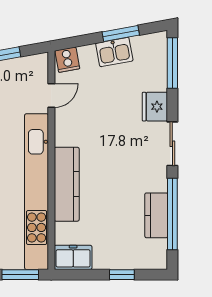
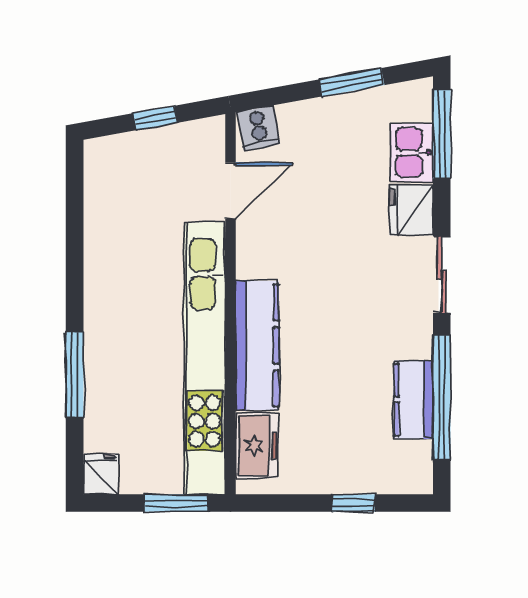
kitchen sink: (114, 52) -> (412, 152), moved, turned 100
door: (51, 96) -> (230, 191), width x1.38
freezer: (73, 257) -> (257, 446), moved, turned 90

